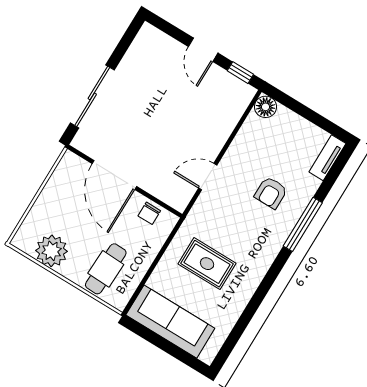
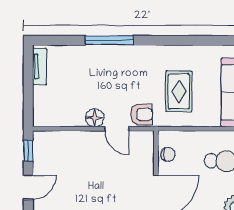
floor lamp: (266, 107) -> (95, 118), moved
tv unit: (327, 158) -> (40, 66), moved, turned -90
armchair: (271, 193) -> (142, 115), moved

